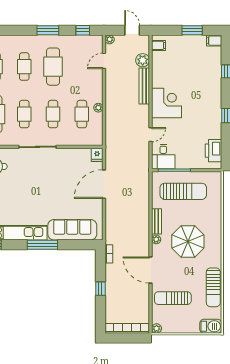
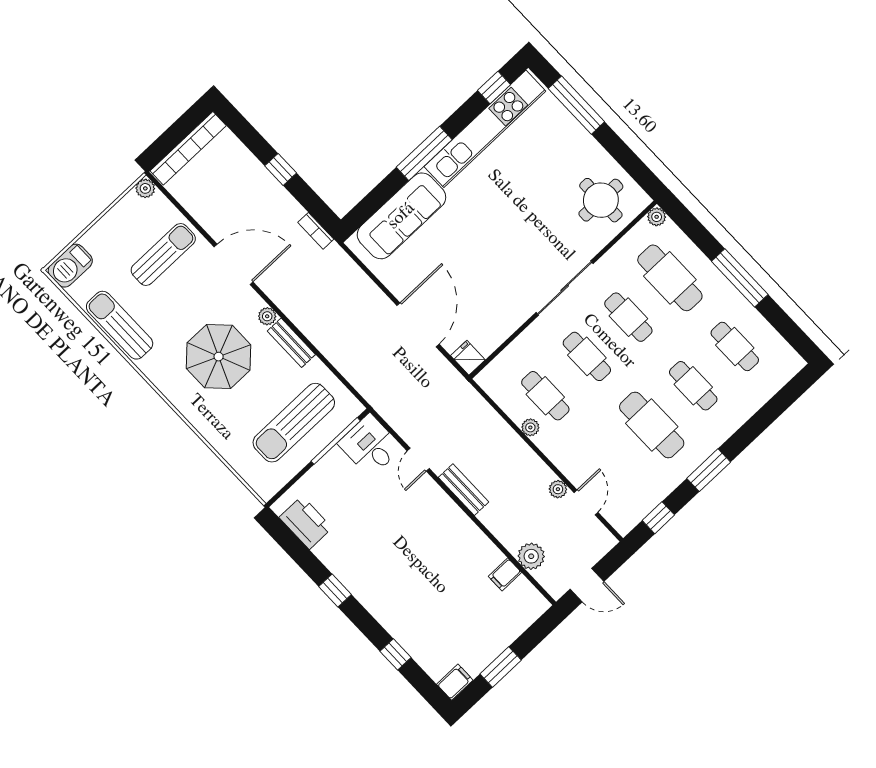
plant: (110, 39) -> (558, 489), moved
filing cabinet: (159, 45) -> (505, 574), moved
bench: (144, 86) -> (464, 490), moved, width x0.73
corner desk: (166, 103) -> (438, 527), removed

